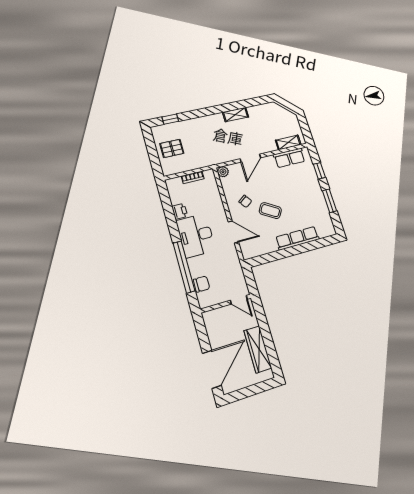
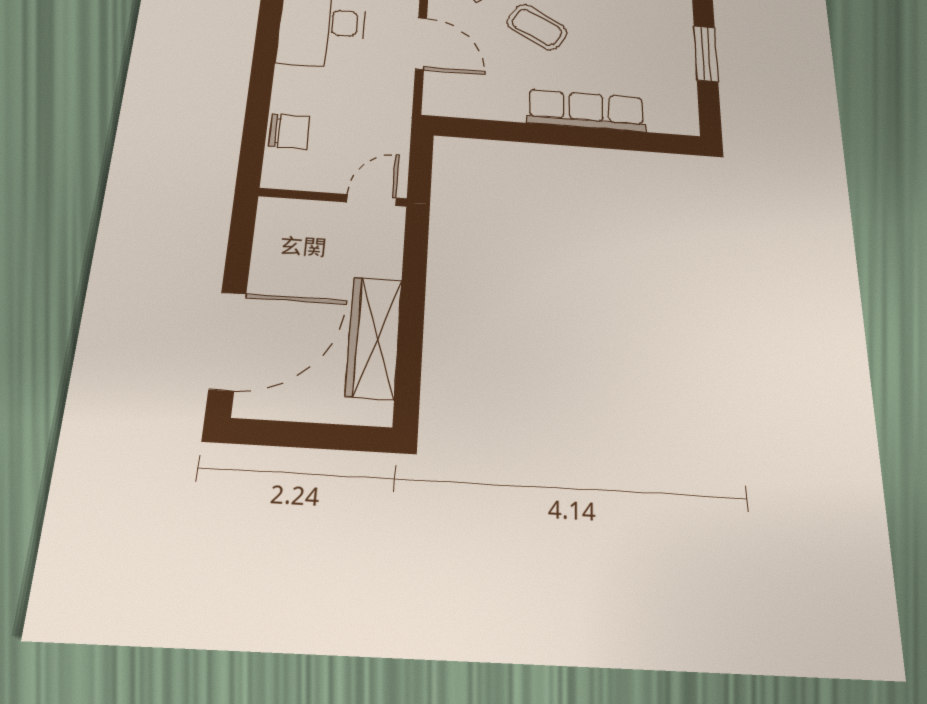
window: (184, 267) -> (261, 79), removed
door: (239, 300) -> (371, 200), swing flipped

